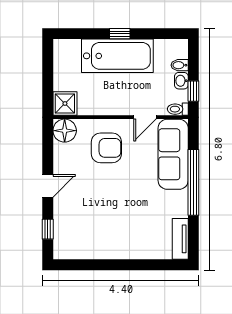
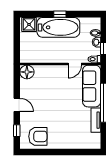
shower: (65, 104) -> (29, 24), moved
armchair: (106, 148) -> (38, 136), moved
door: (48, 186) -> (17, 105), hinge flipped
tv unit: (180, 239) -> (96, 120), moved

